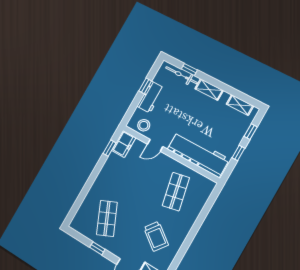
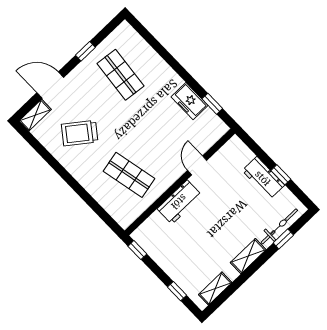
stool: (144, 125) -> (228, 158), removed
freezer: (124, 144) -> (190, 101), moved
window: (238, 153) -> (137, 250), moved
workbench: (198, 154) -> (179, 202), width x0.53, depth x0.76
shop shelf: (107, 218) -> (120, 75), turned 30

